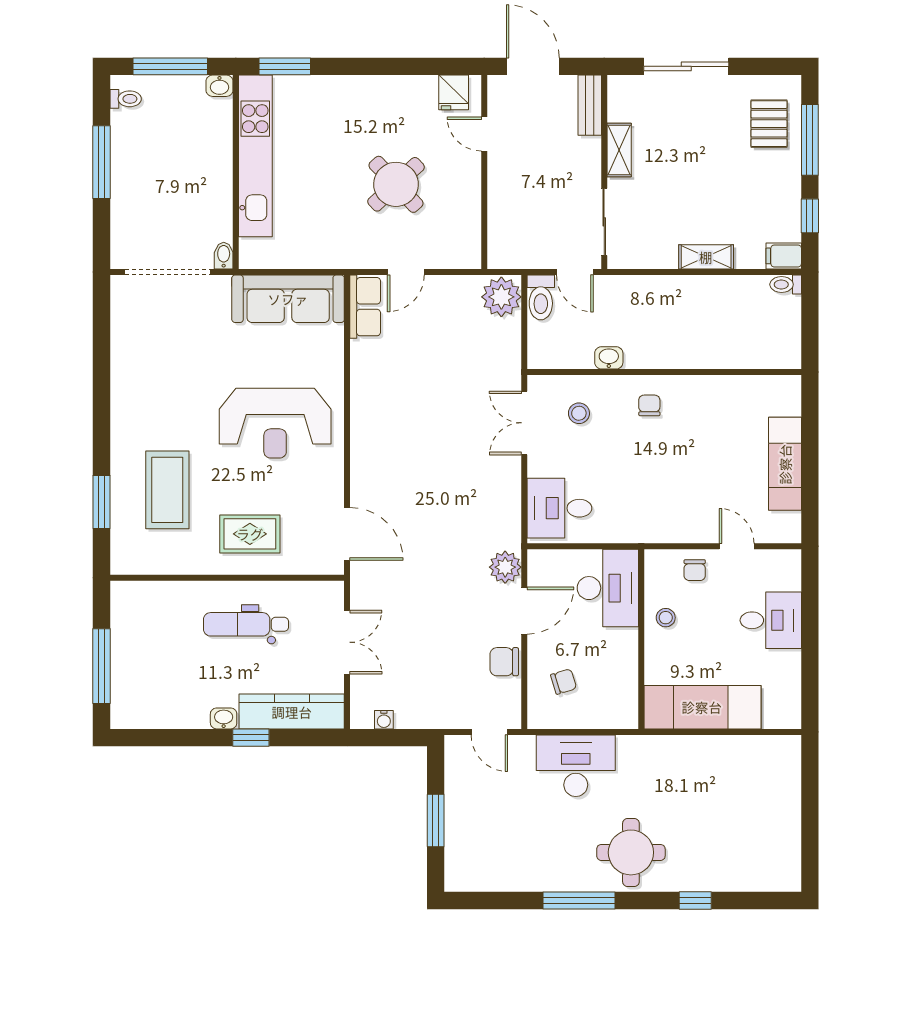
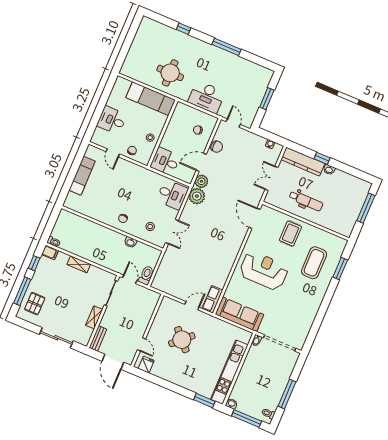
plant: (501, 297) -> (197, 196), moved
rug: (250, 534) -> (290, 234), turned 90
desk: (608, 588) -> (165, 161), width x0.73
round table: (631, 852) -> (170, 73), moved

